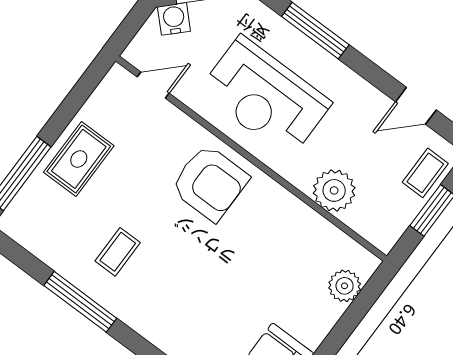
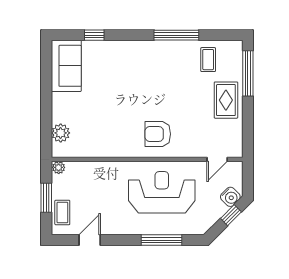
armchair: (210, 183) -> (158, 134), width x0.73, depth x0.73
plant: (334, 190) -> (59, 167), moved, width x0.53, depth x0.53
coffee table: (118, 252) -> (208, 60), moved

